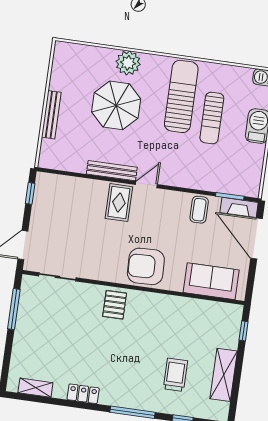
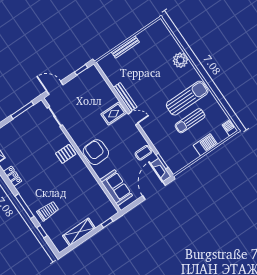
parasol: (116, 105) -> (156, 72), removed
trolley: (175, 375) -> (48, 211), moved

